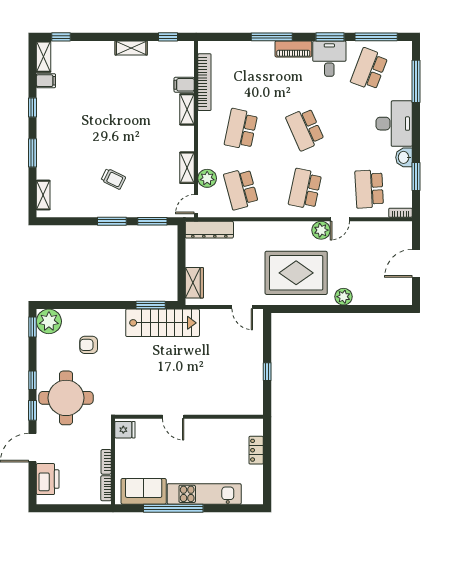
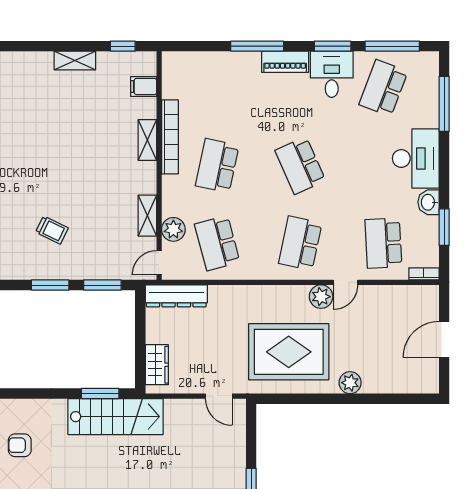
bookcase: (204, 82) -> (170, 137), moved
filing cabinet: (184, 85) -> (144, 86), moved

